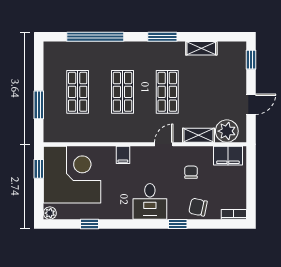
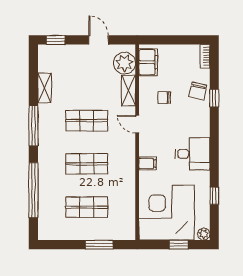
window: (162, 37) -> (33, 125), width x1.44
window: (39, 169) -> (179, 245), moved
desk: (150, 201) -> (192, 154), moved
window: (178, 224) -> (214, 98), moved

